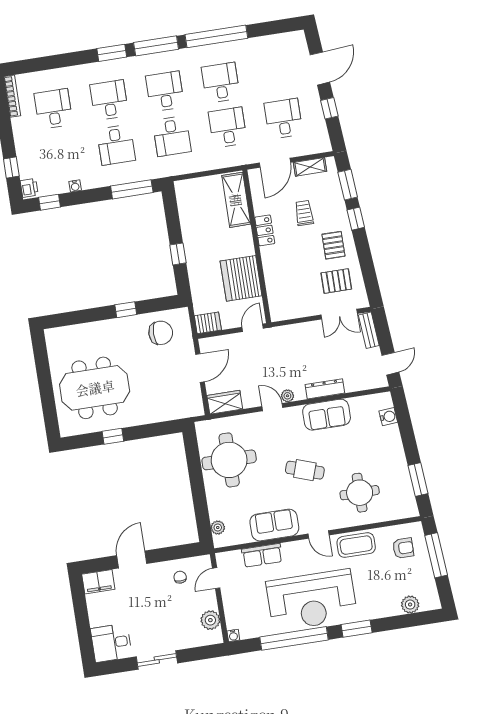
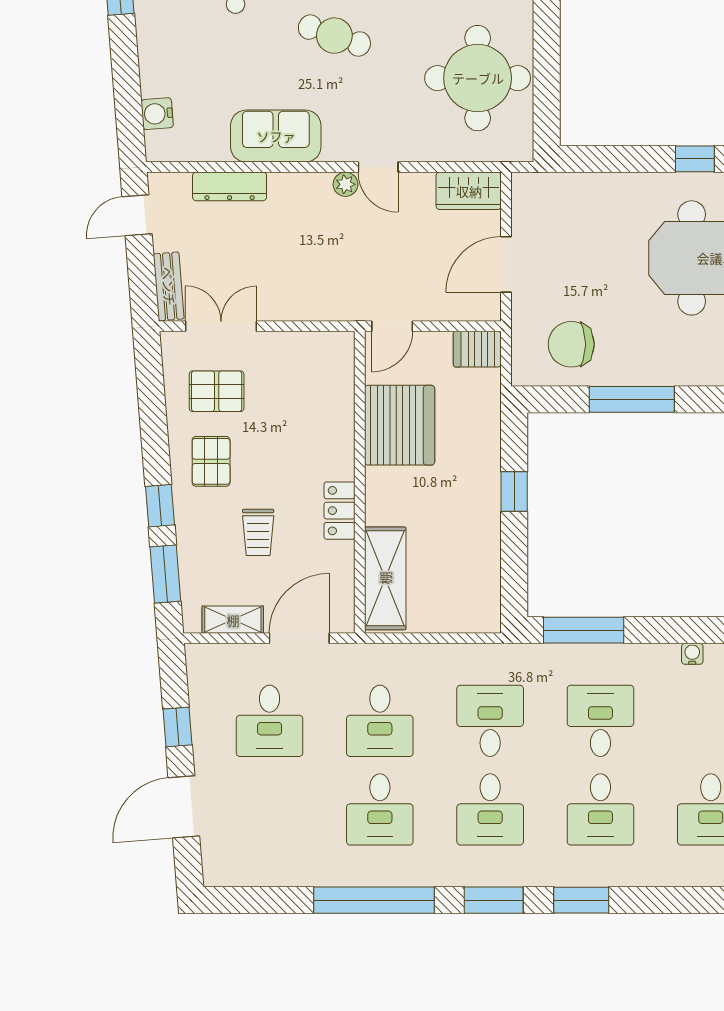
window: (156, 46) -> (494, 900), width x0.69
window: (126, 310) -> (632, 399), width x2.17
dresser: (325, 389) -> (230, 186), moved

